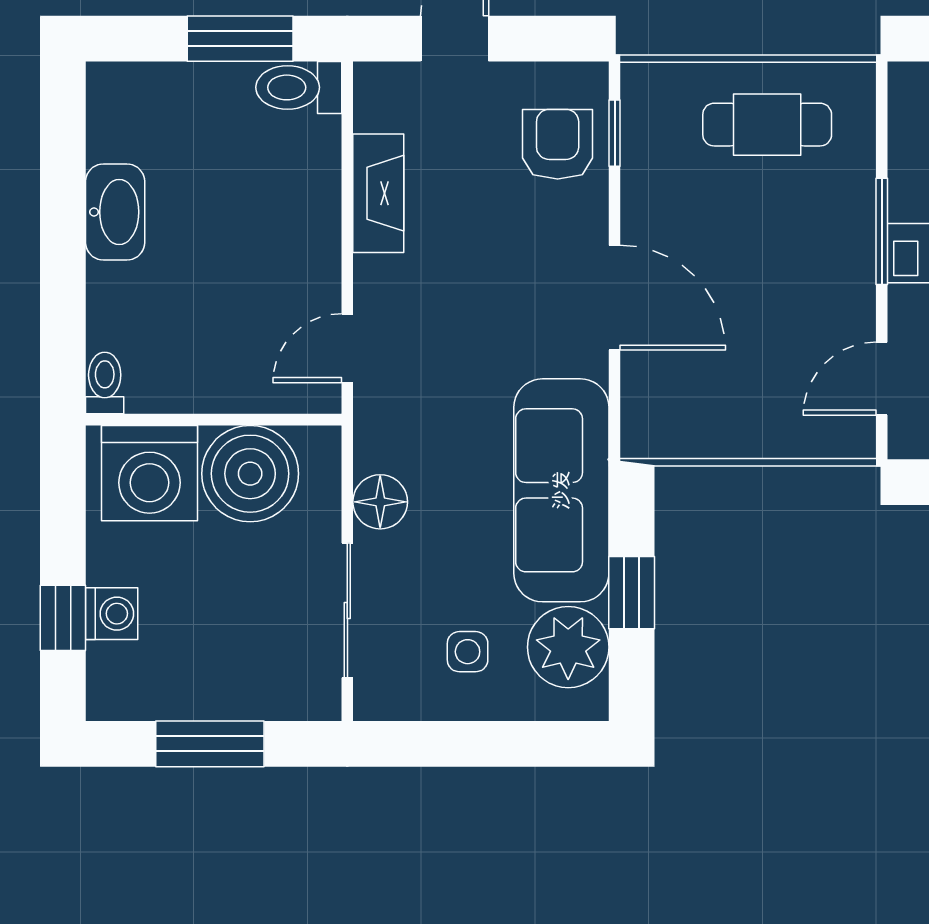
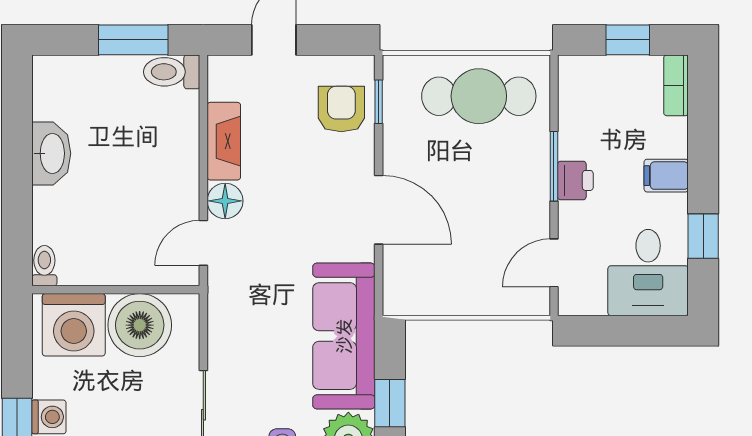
cafe table: (767, 125) -> (479, 96), width x1.37, depth x1.35
floor lamp: (380, 502) -> (225, 201), moved

